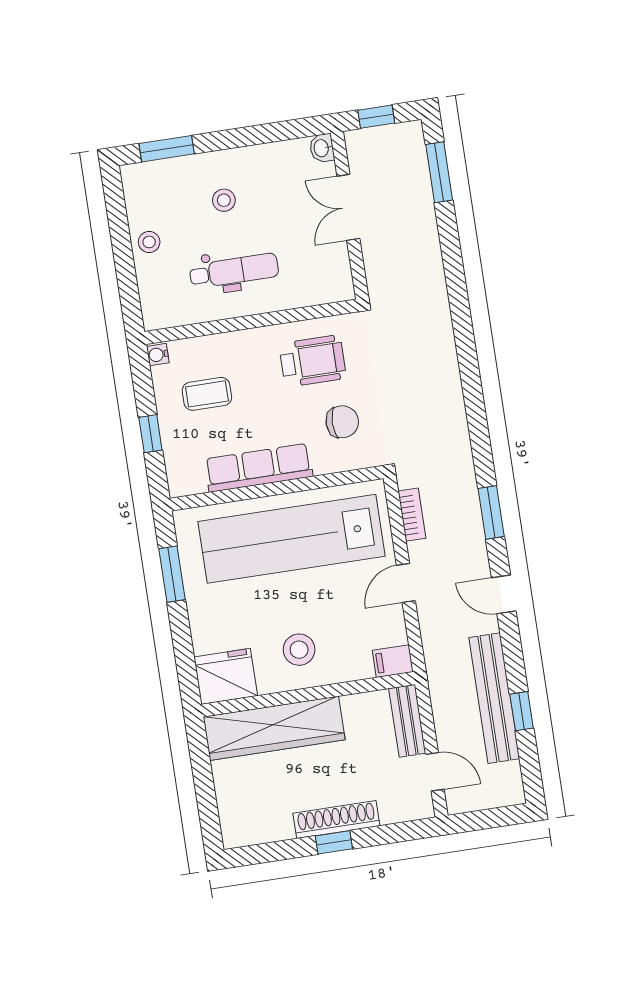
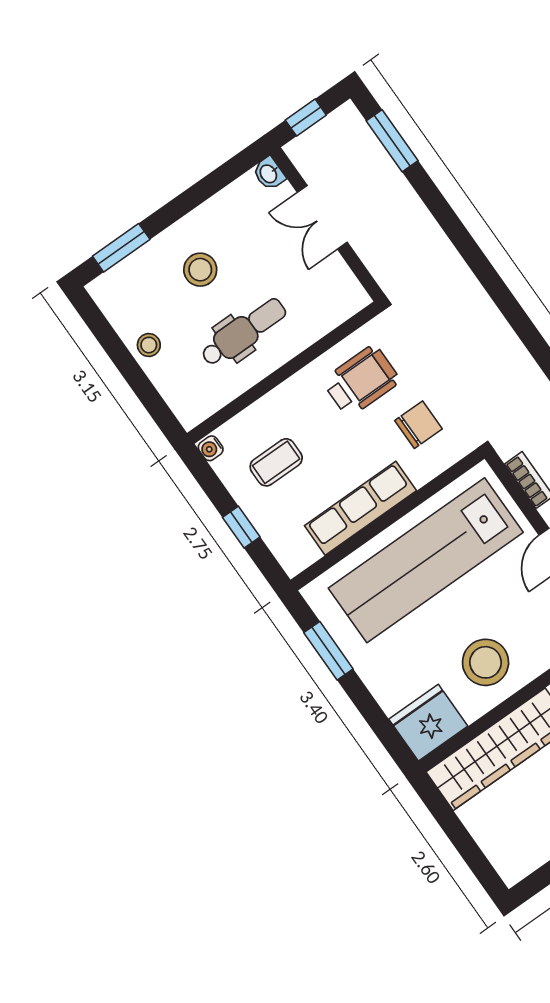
stool: (224, 200) -> (200, 270), width x1.37, depth x1.37
stool: (299, 650) -> (486, 662), width x1.38, depth x1.38

